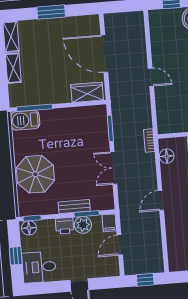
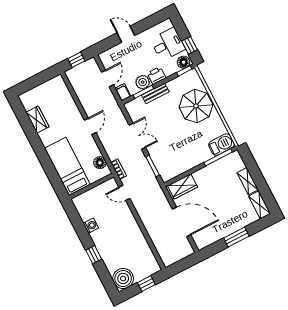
door: (151, 77) -> (124, 193), moved
window: (16, 256) -> (189, 45), moved
desk: (39, 267) -> (168, 44), moved

